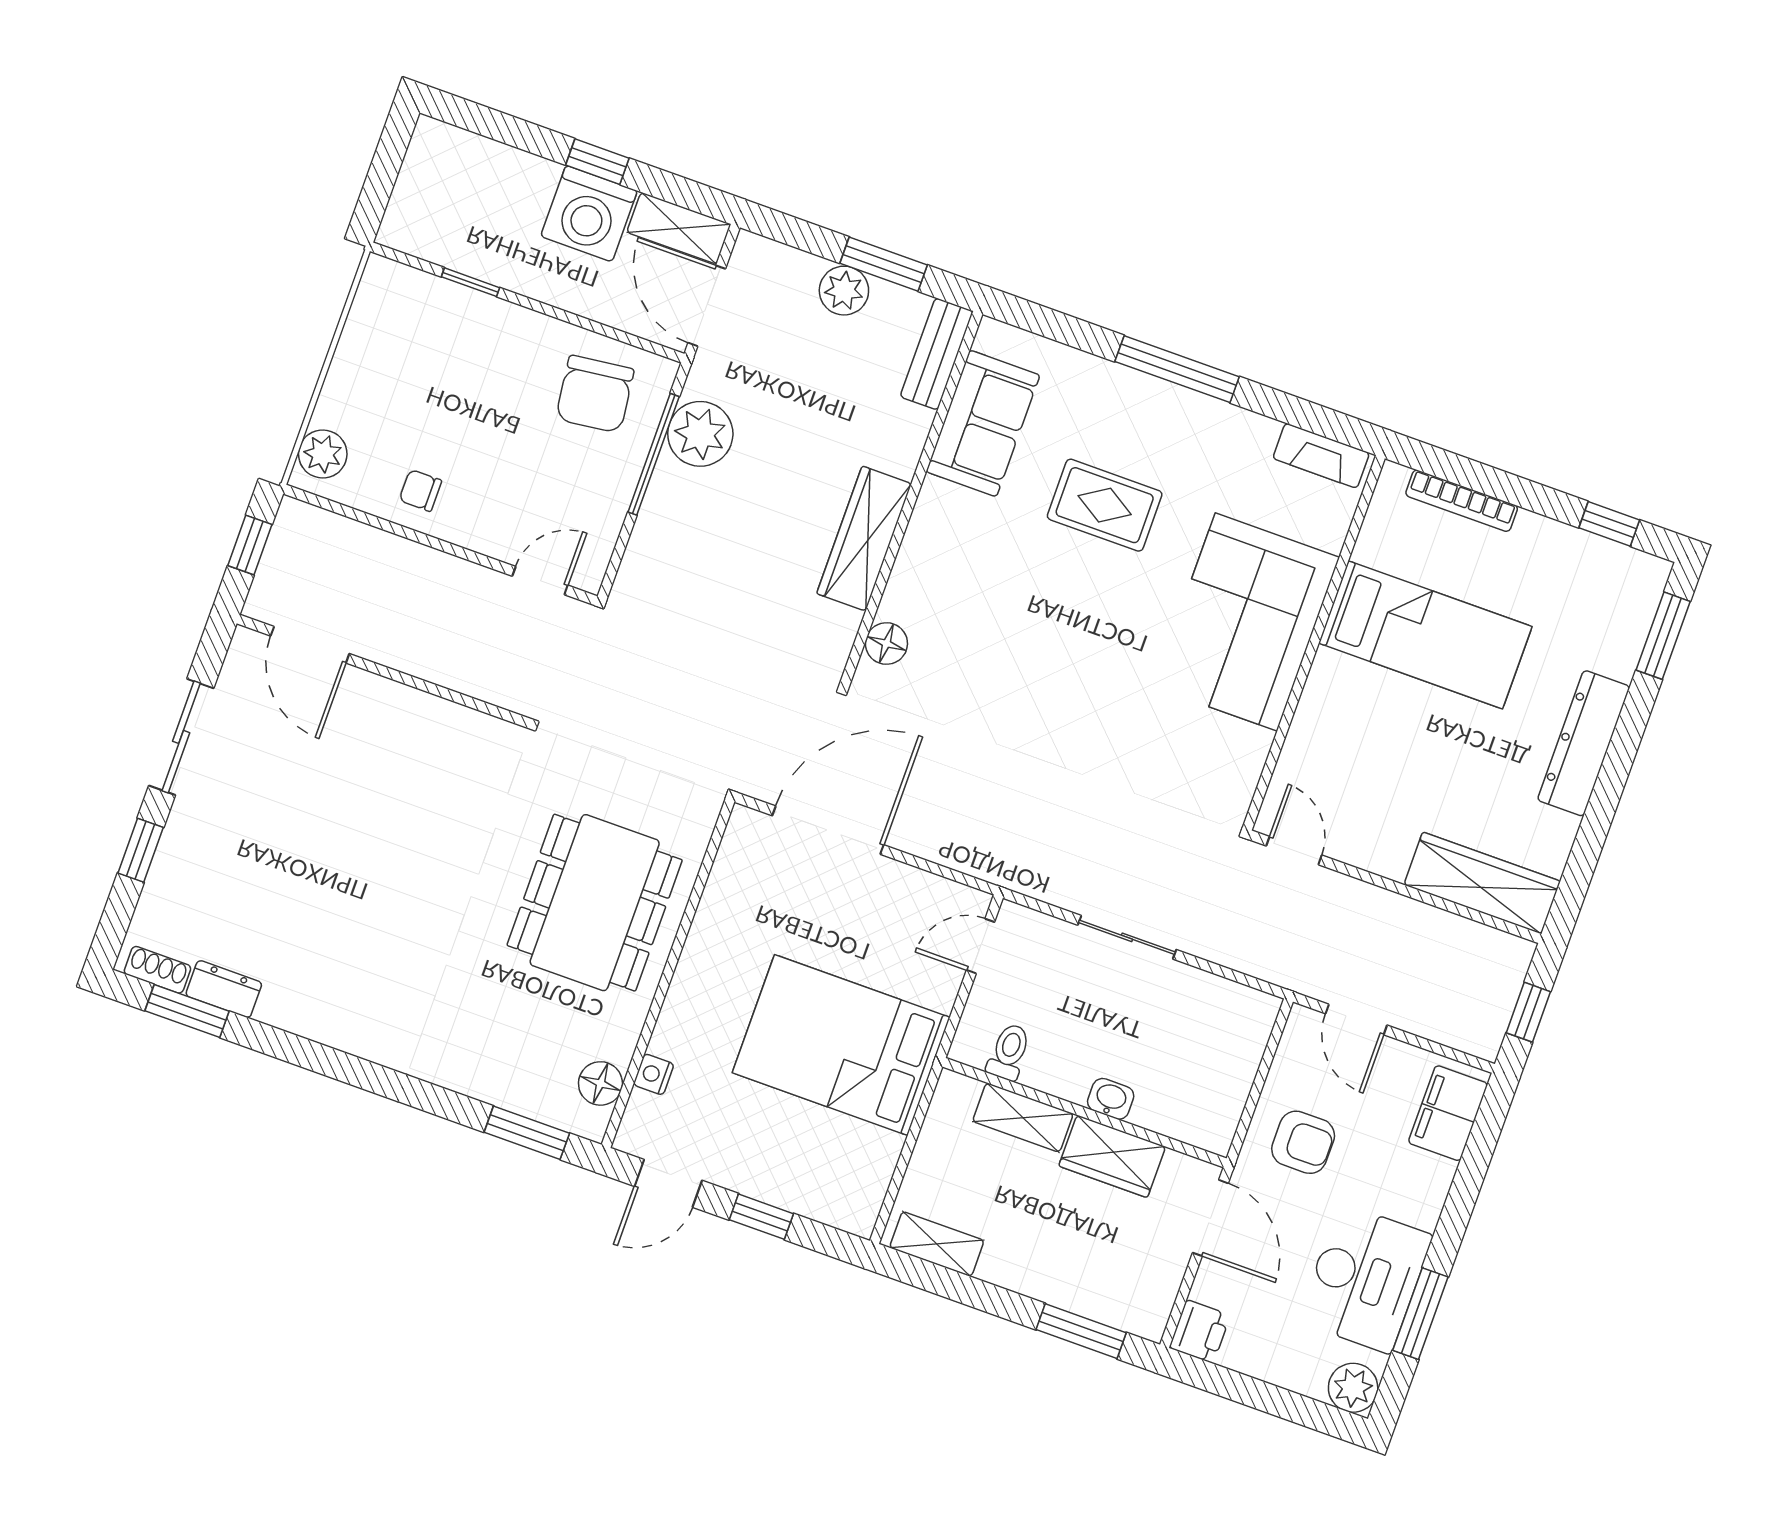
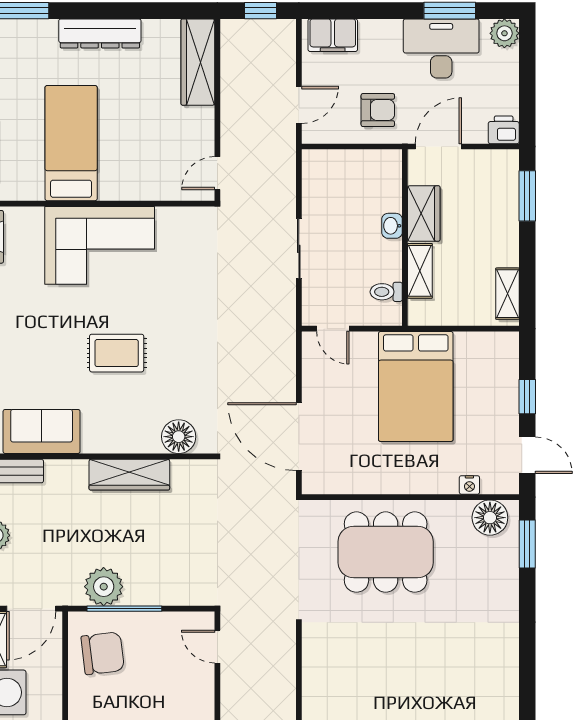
rug: (1105, 505) -> (117, 353), moved, turned 90
floor lamp: (886, 643) -> (179, 437), width x1.38, depth x1.38
floor lamp: (600, 1083) -> (490, 518), width x1.38, depth x1.38
armchair: (1303, 1142) -> (378, 110), turned 90

